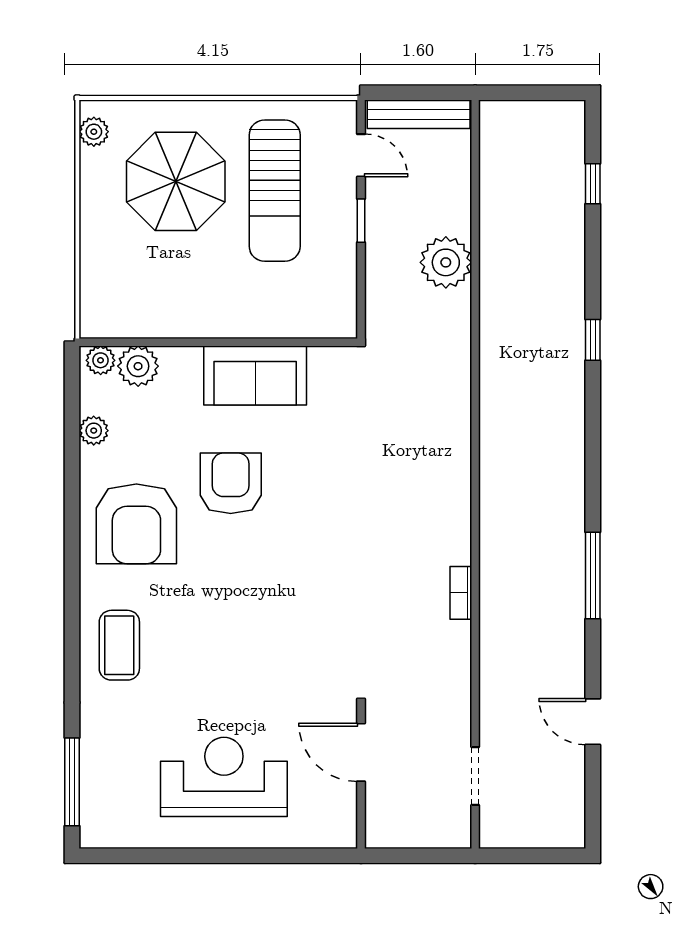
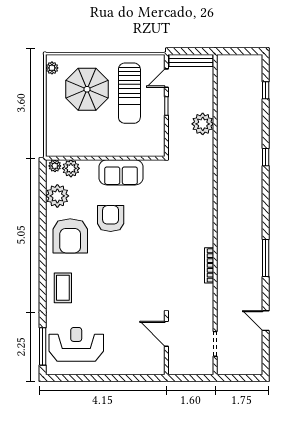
door: (361, 155) -> (166, 78), swing flipped
plant: (94, 431) -> (57, 196), width x1.87, depth x1.87
bookcase: (461, 593) -> (209, 265), width x1.56
reception desk: (224, 777) -> (76, 344), moved

